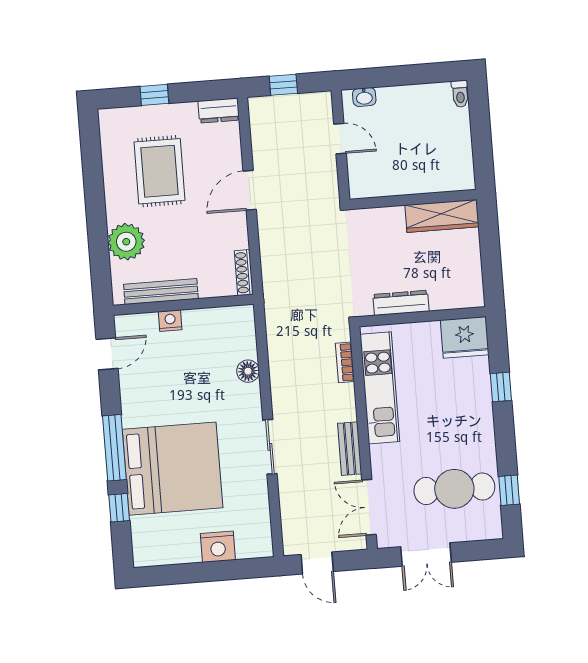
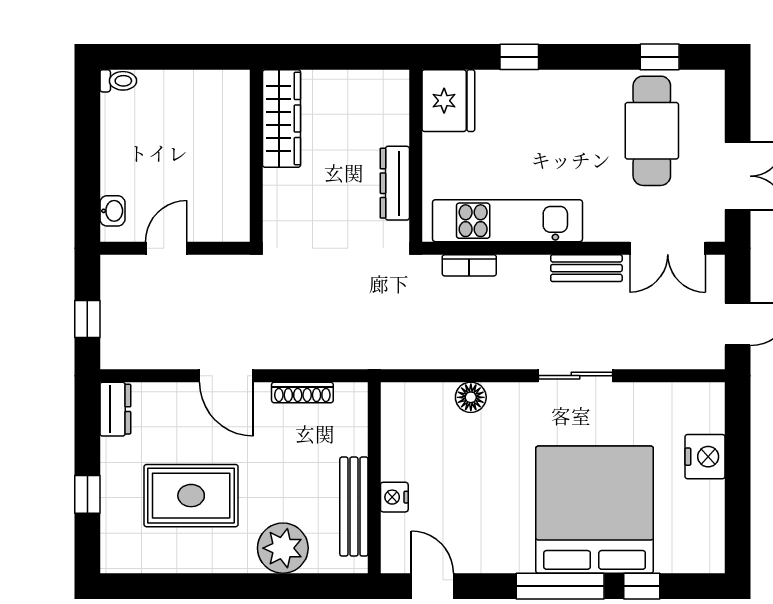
shoe rack: (244, 273) -> (302, 392), moved

